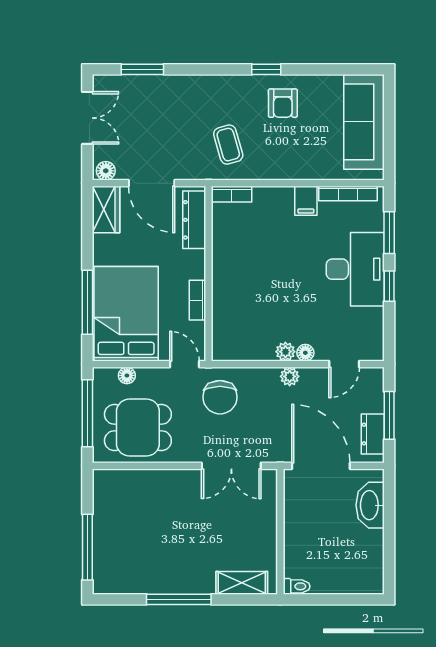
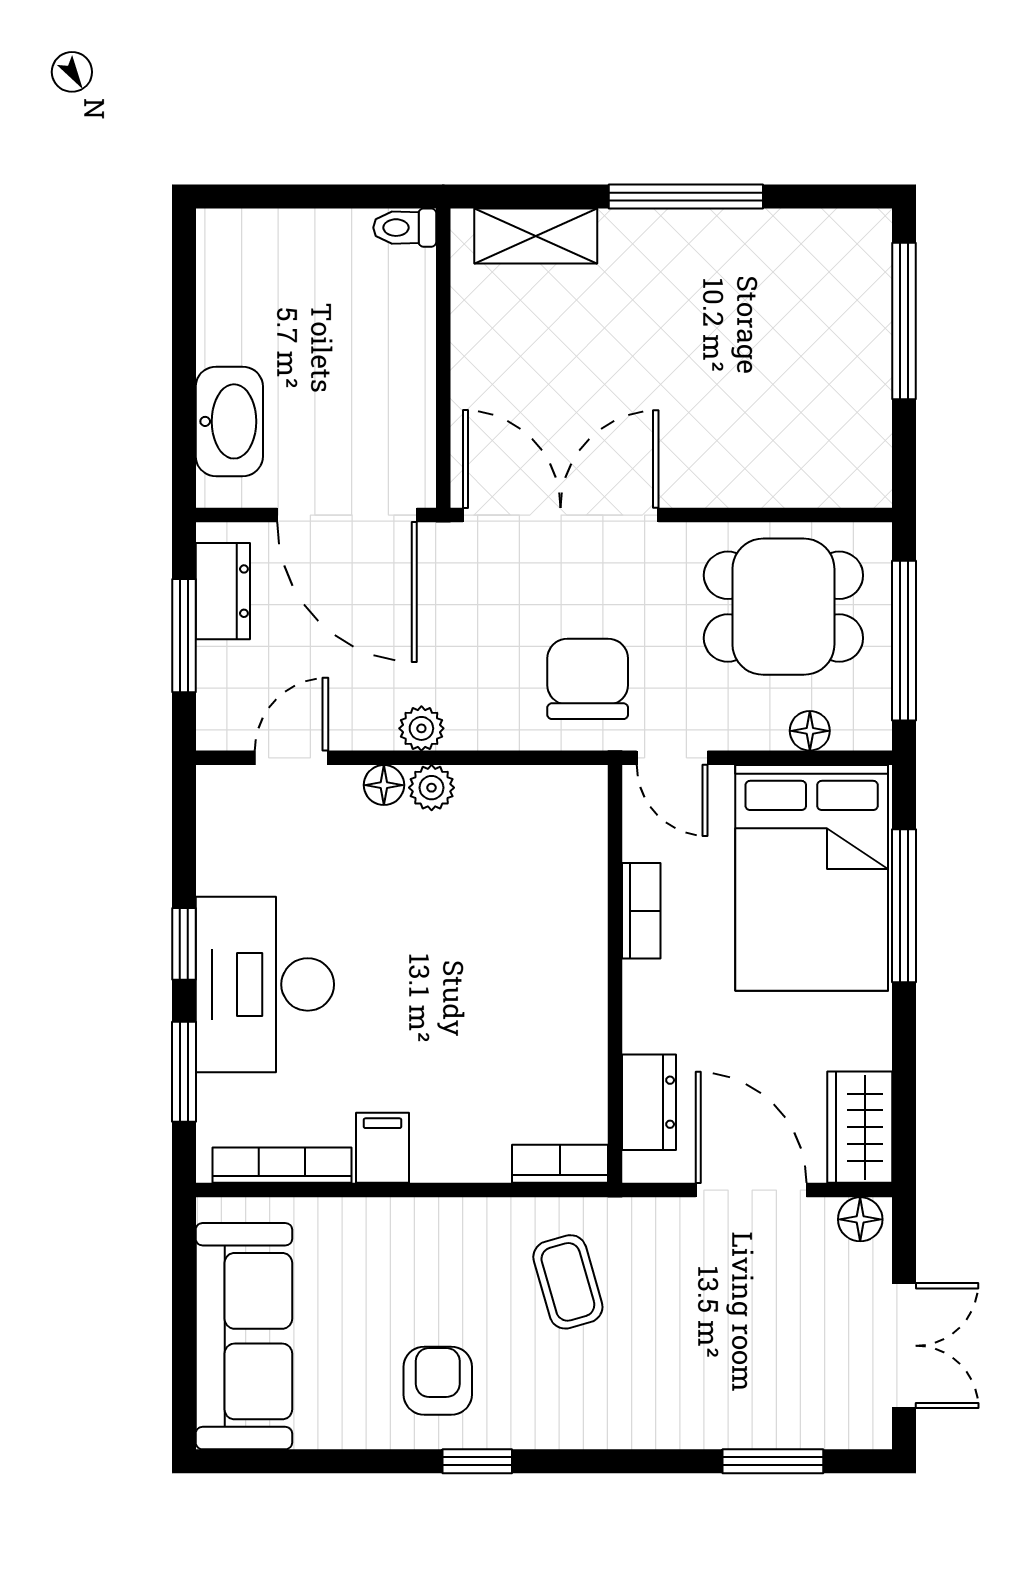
double door: (87, 118) -> (904, 1346), swing flipped
dresser: (194, 220) -> (649, 1102), width x0.70
double door: (231, 466) -> (561, 515), width x1.37

